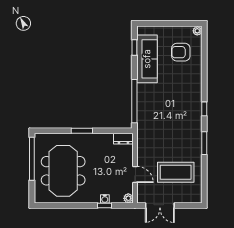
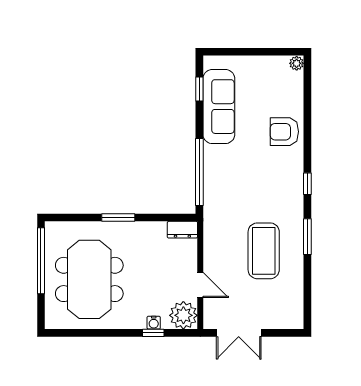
armchair: (181, 52) -> (284, 132), moved
coffee table: (176, 172) -> (264, 251), moved, turned 90
plant: (128, 198) -> (183, 315), width x1.88, depth x1.88

